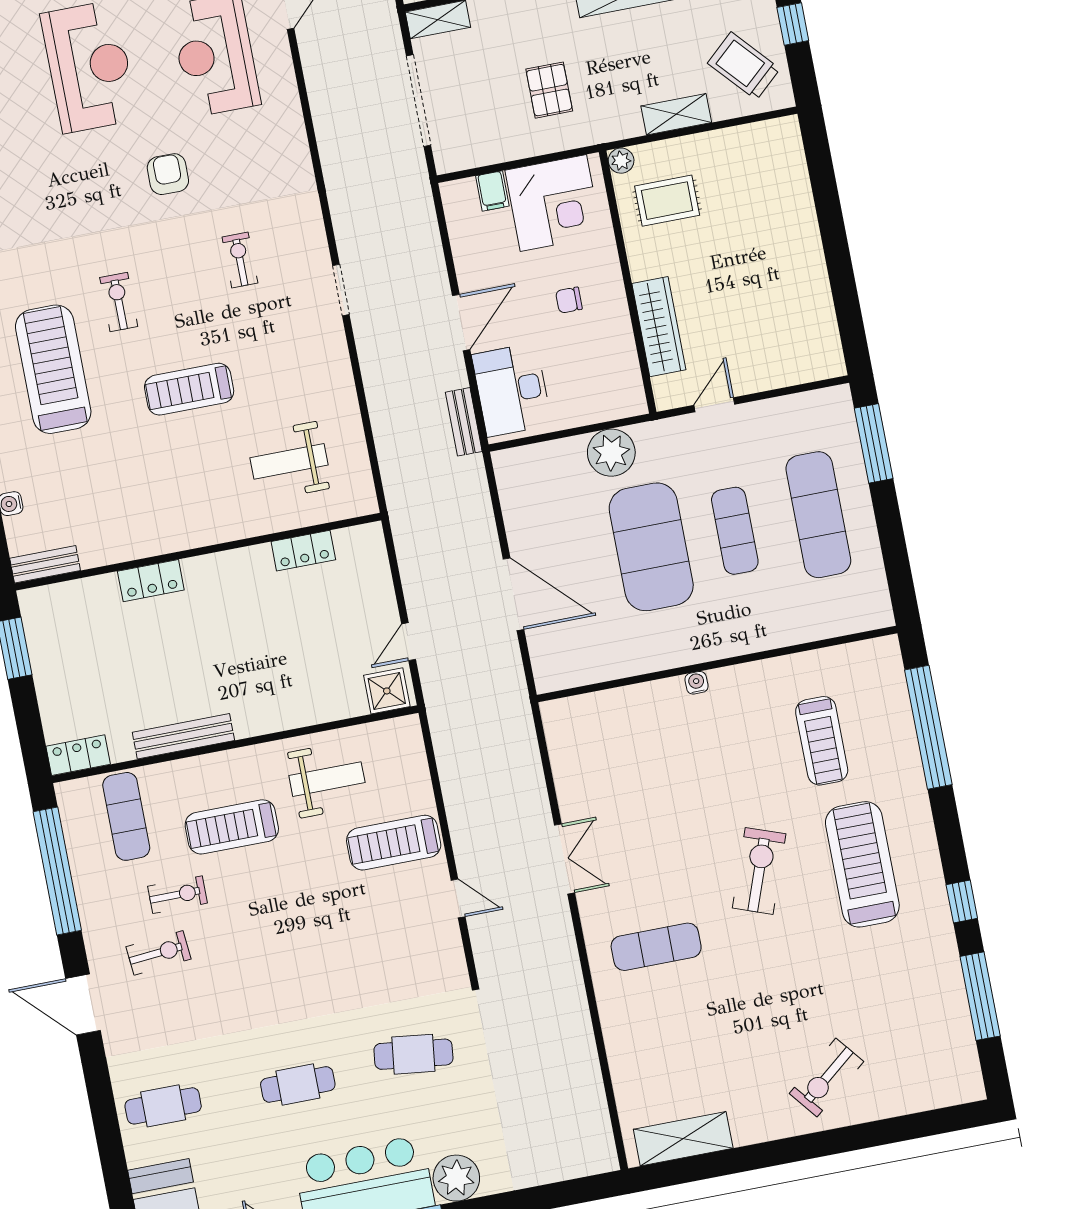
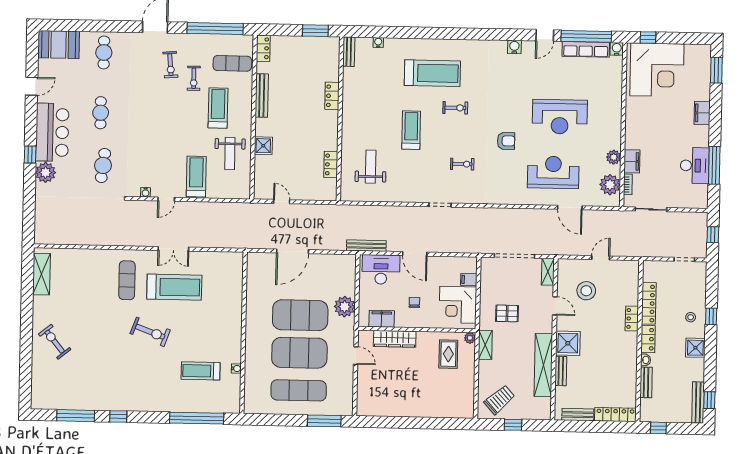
shelving: (676, 114) -> (485, 345), moved
filing cabinet: (621, 365) -> (382, 319), added
bench: (464, 422) -> (366, 246), width x1.36
exercise mat: (735, 531) -> (299, 353), width x2.00, depth x1.45
water cooler: (696, 683) -> (236, 368), moved
shower: (387, 691) -> (263, 146), moved
treadmill: (862, 864) -> (174, 287), moved
water cooler: (453, 947) -> (146, 192), added

